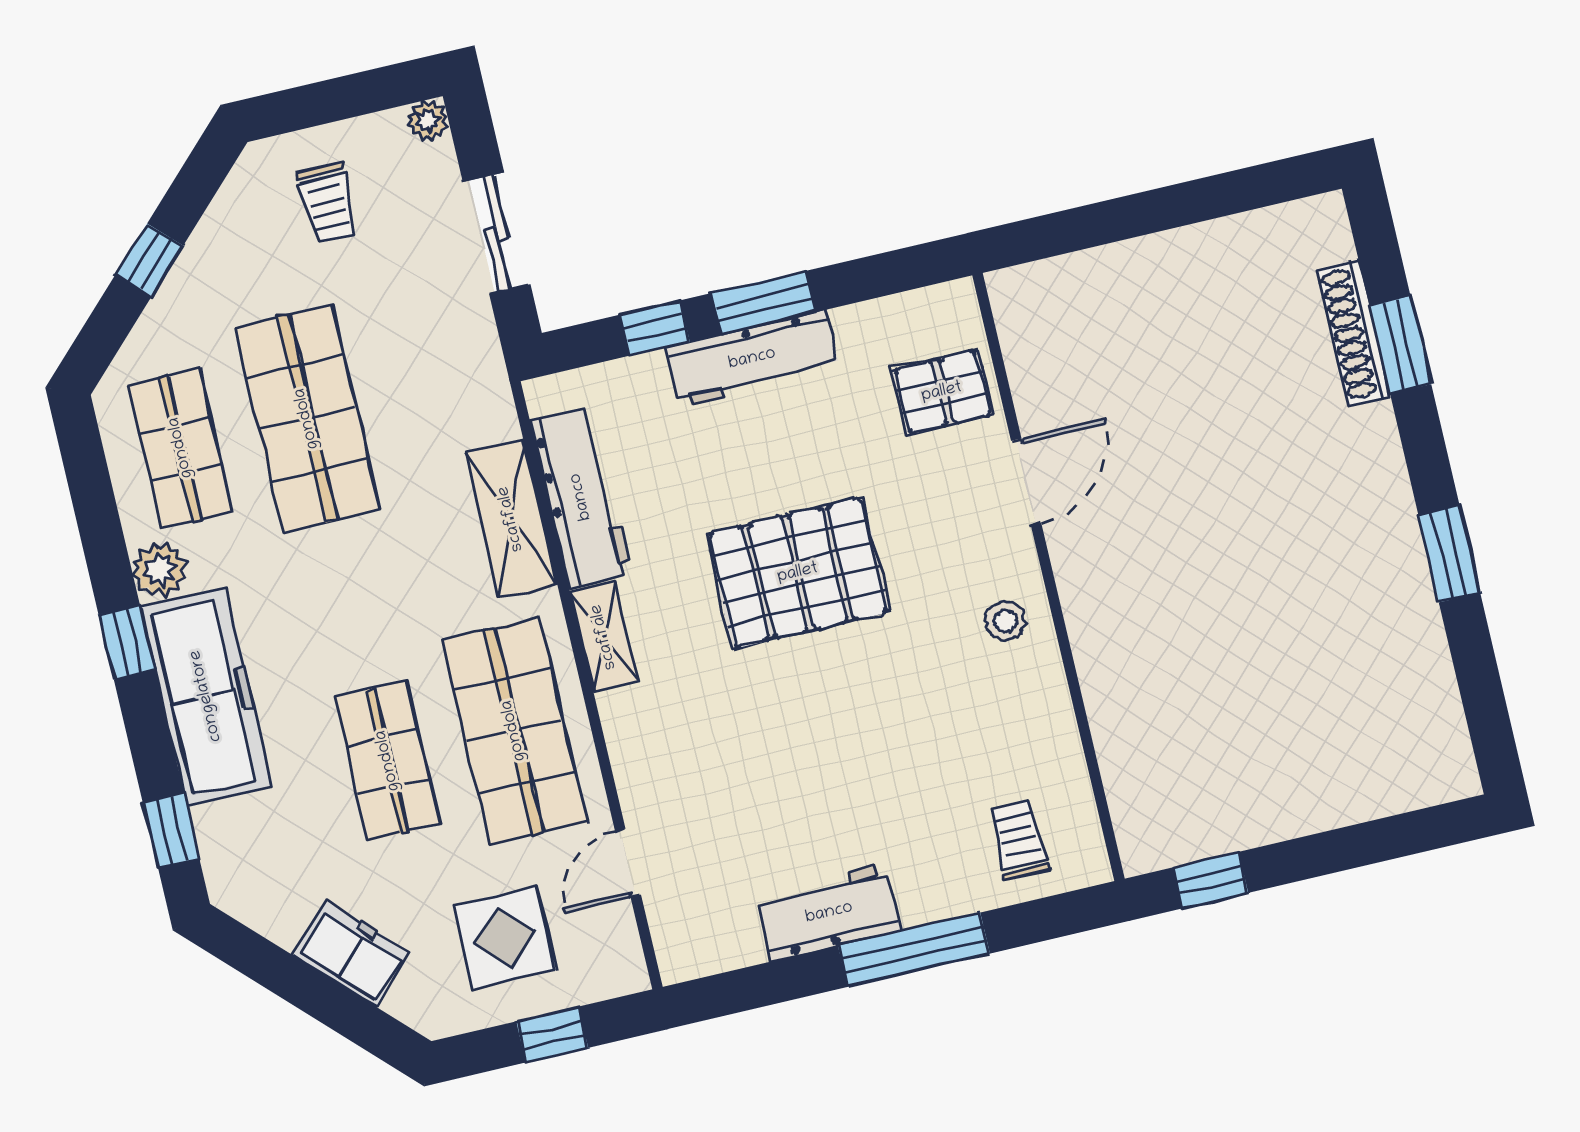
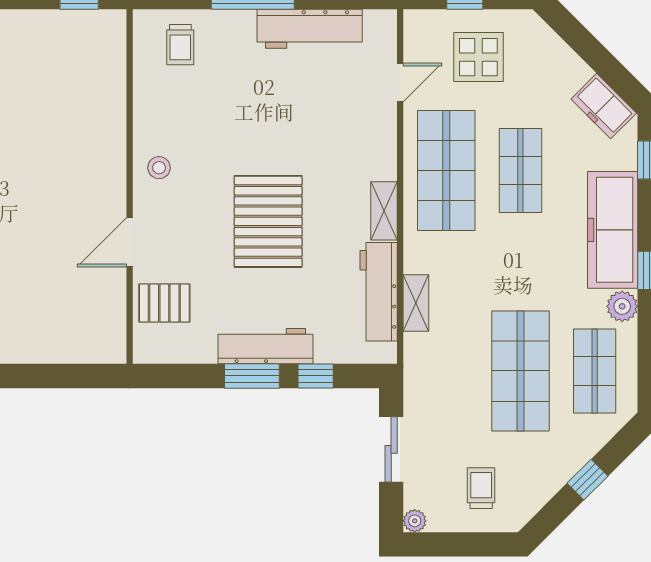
shelving: (511, 519) -> (416, 303), width x0.67, depth x0.75
pallet: (798, 573) -> (268, 221), turned 90
workbench: (829, 913) -> (310, 29), width x1.38
freezer: (352, 954) -> (604, 106), moved

